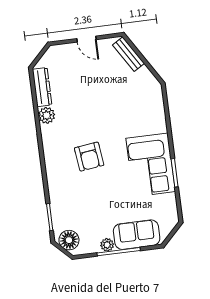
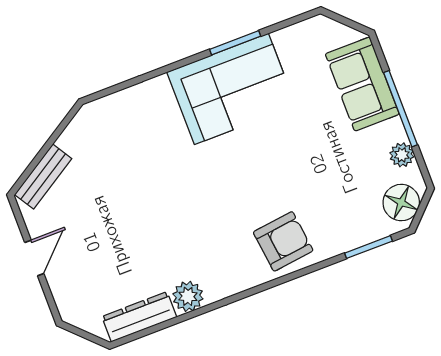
armchair: (89, 157) -> (283, 241), moved
plant: (107, 245) -> (402, 155), moved

